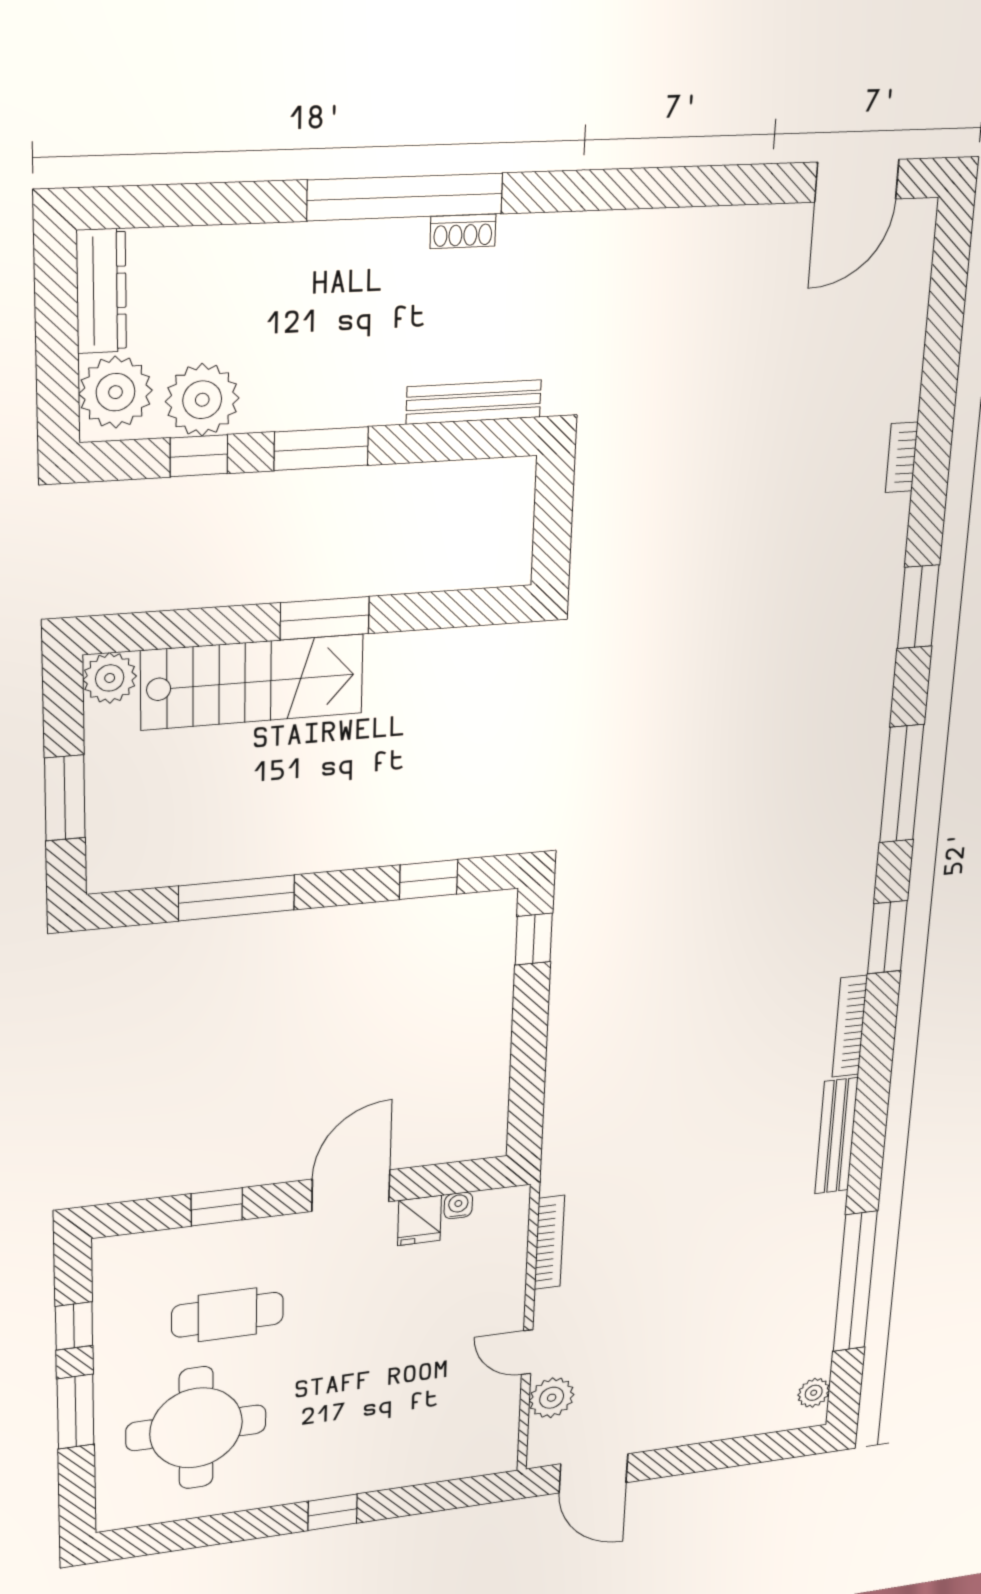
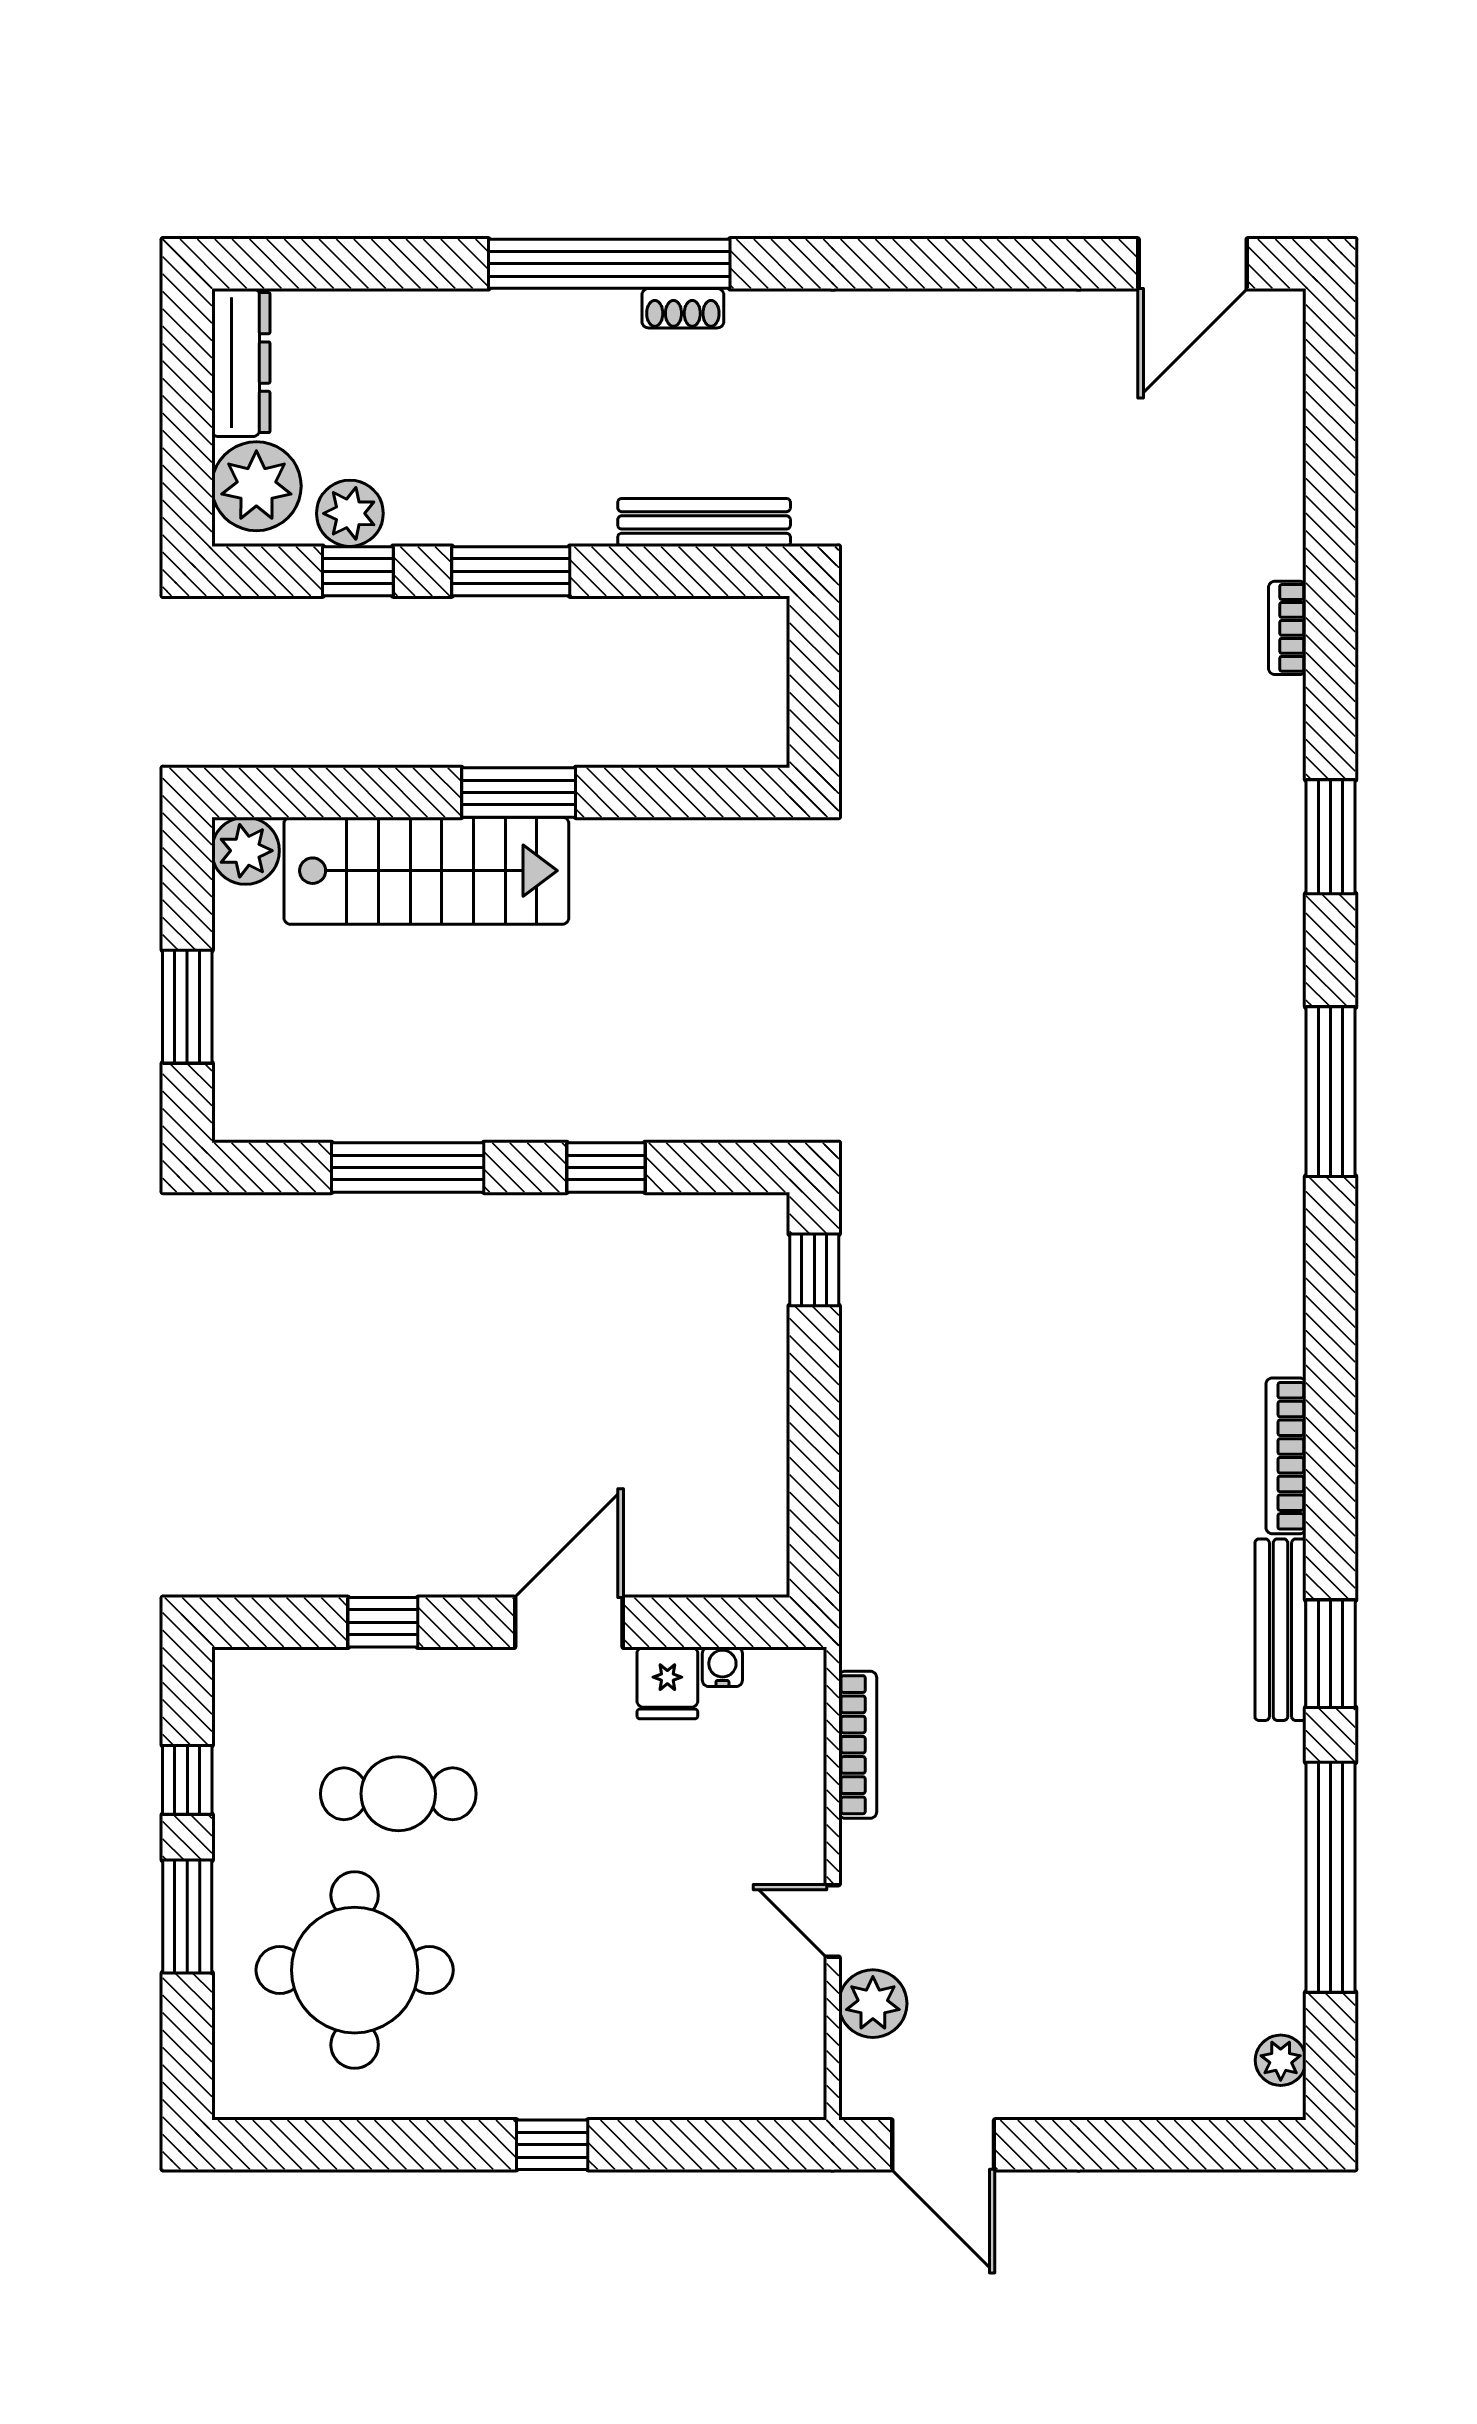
plant: (202, 400) -> (350, 513), width x0.73, depth x0.73
window: (429, 880) -> (606, 1167), moved
window: (887, 937) -> (1331, 1654), moved

